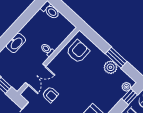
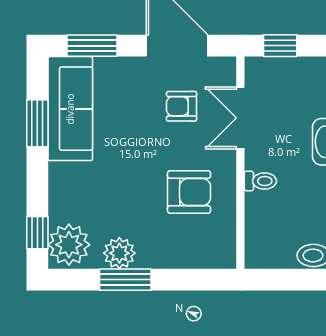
armchair: (78, 51) -> (189, 192), moved, turned -90
plant: (126, 87) -> (69, 245), width x1.87, depth x1.87

